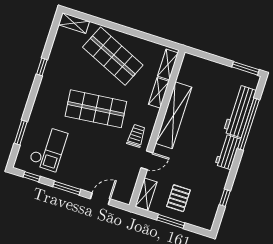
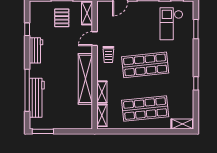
shop shelf: (113, 56) -> (145, 109), turned -30
workbench: (228, 152) -> (36, 50), moved

